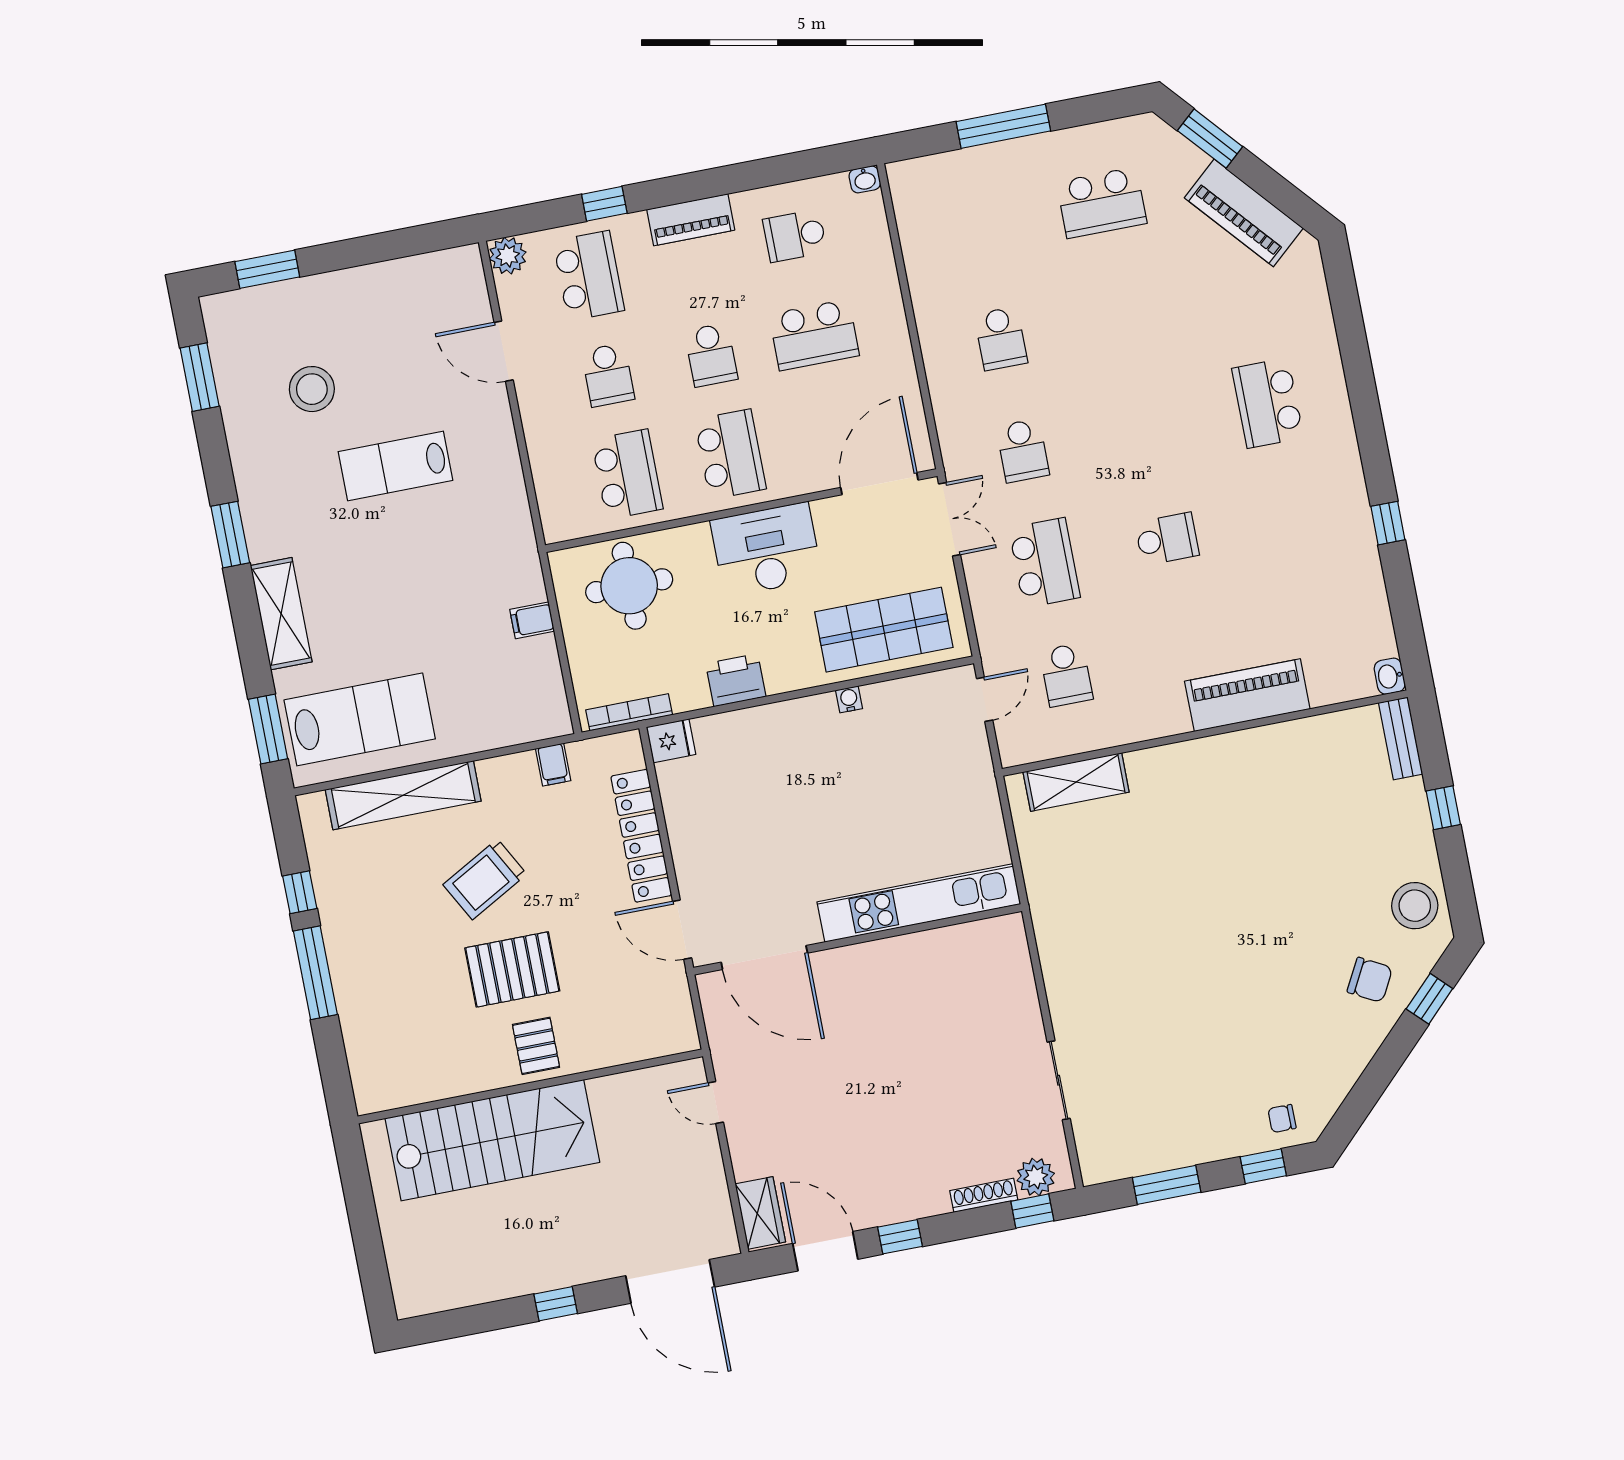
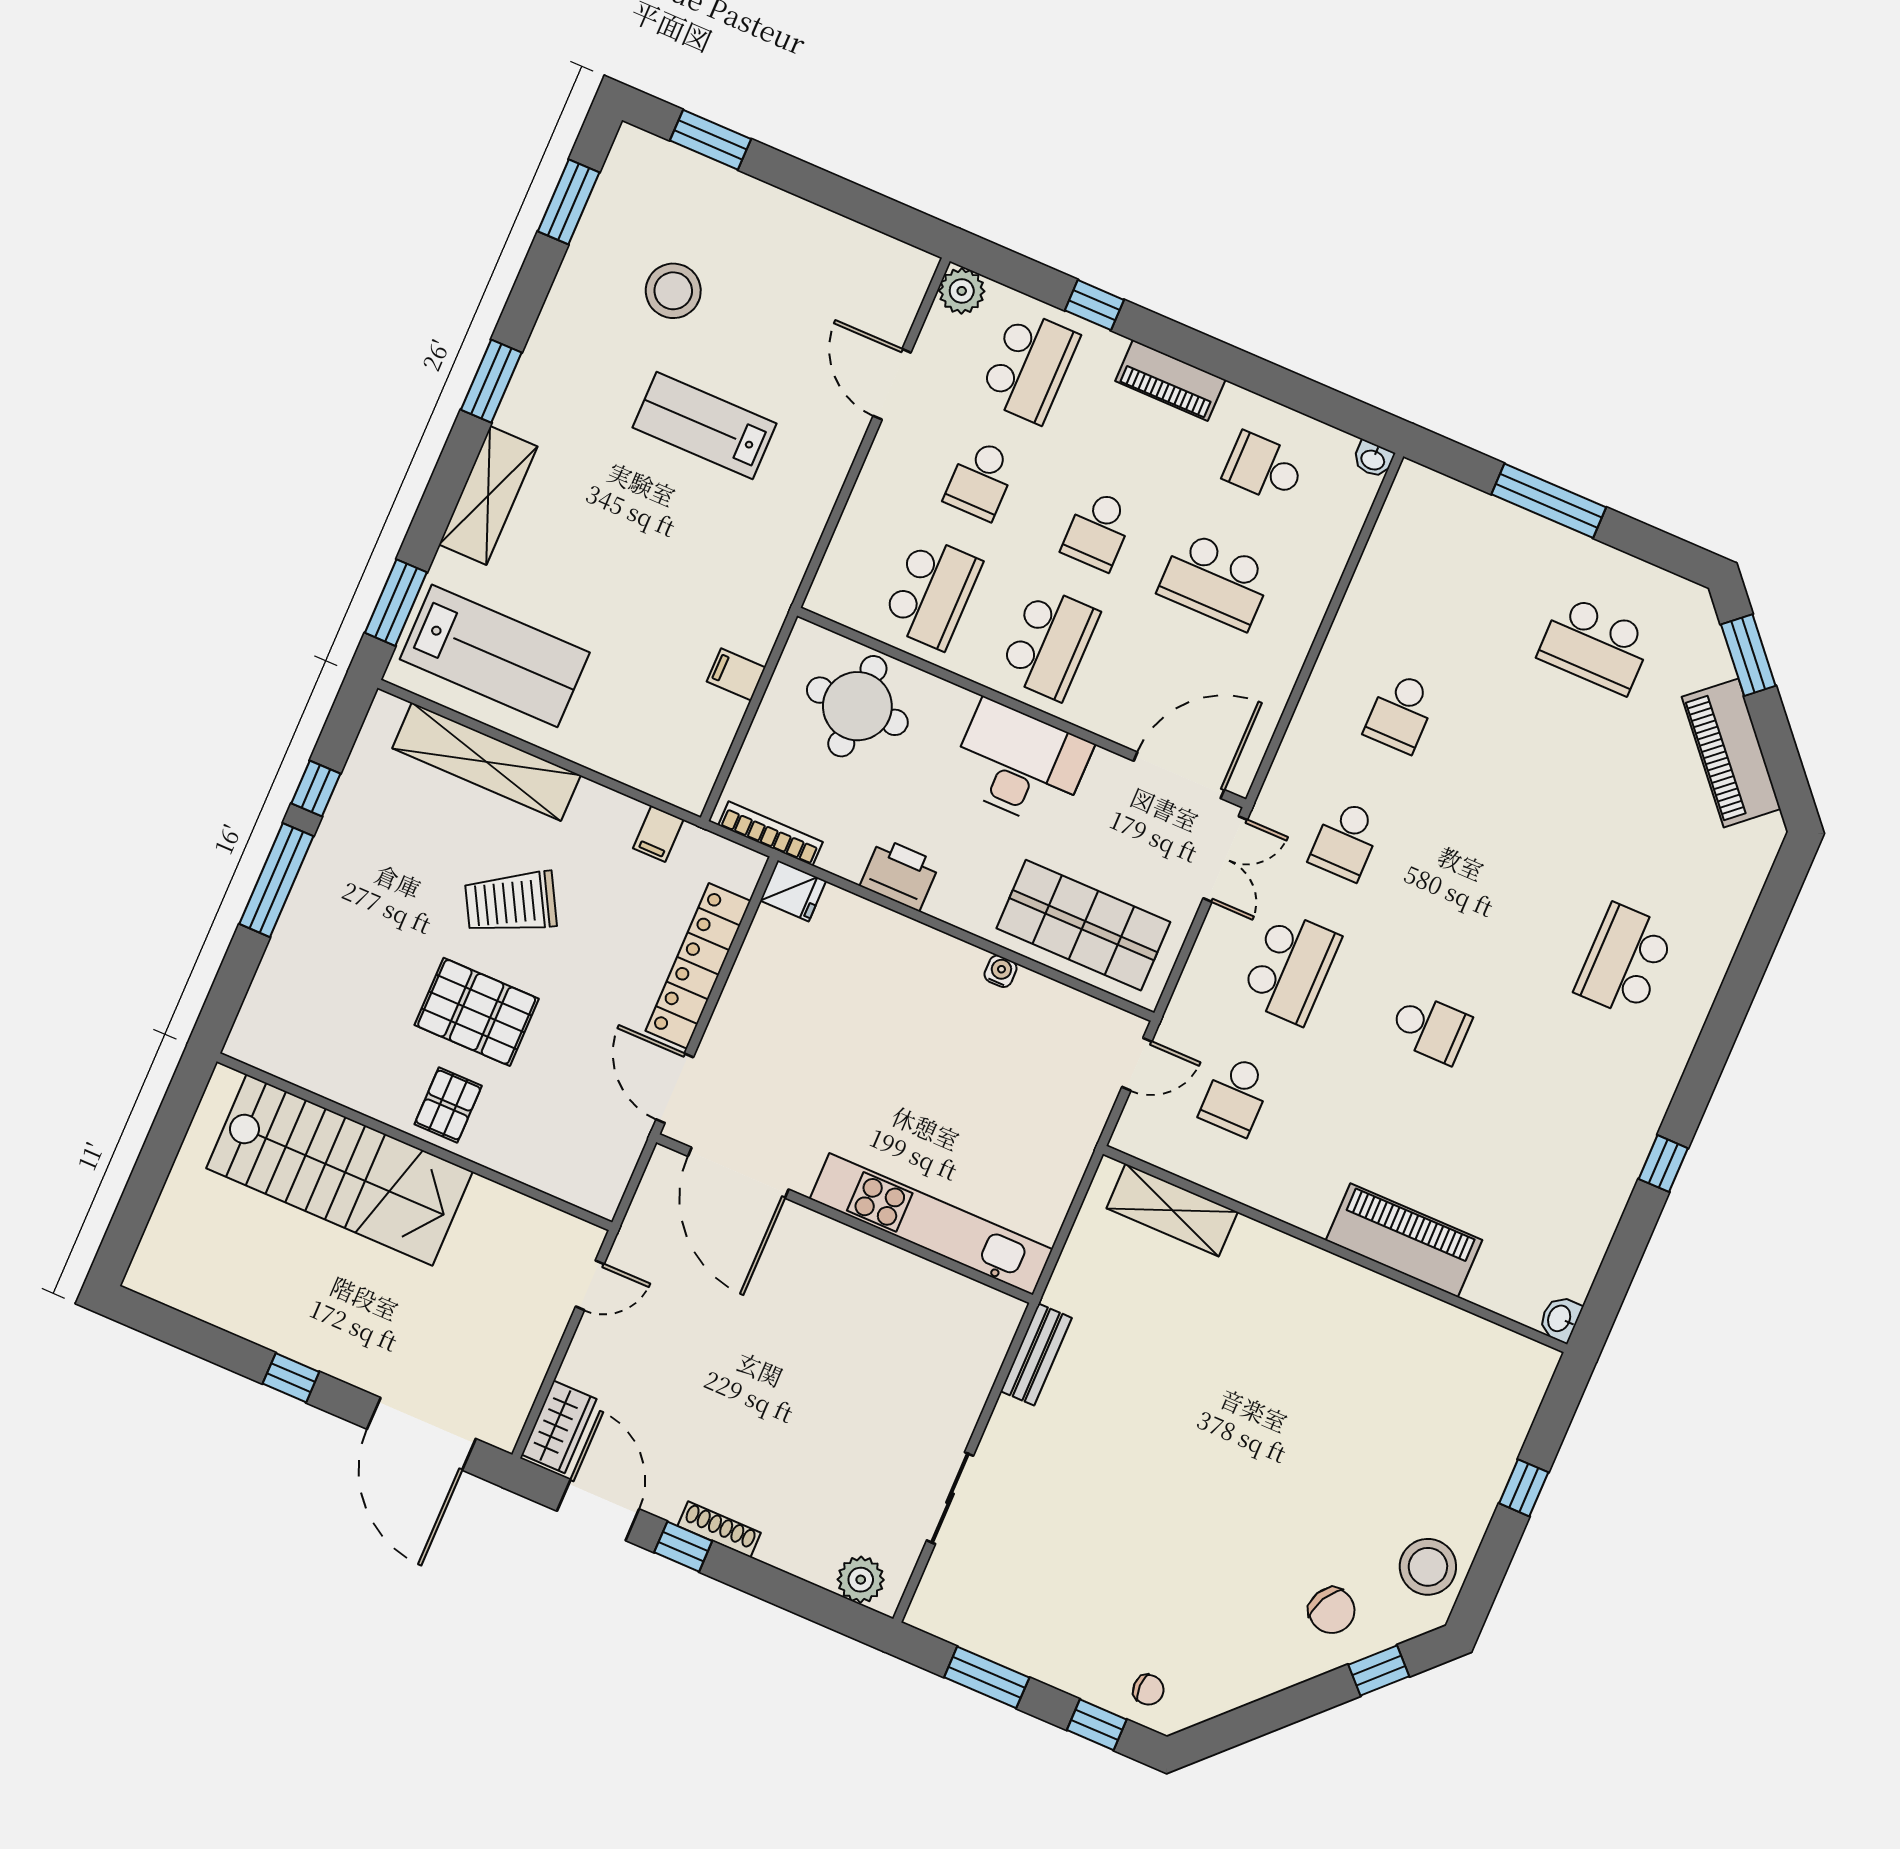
bench: (1401, 738) -> (1036, 1355), moved
door: (716, 1103) -> (590, 1285), swing flipped
chair: (1282, 1119) -> (1148, 1690), turned 180
shoe rack: (984, 1195) -> (719, 1529), moved
window: (1032, 1211) -> (834, 1612), removed

